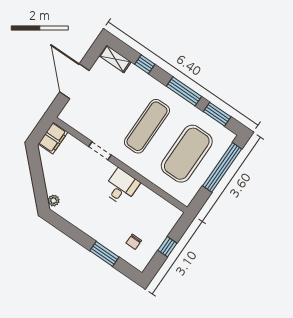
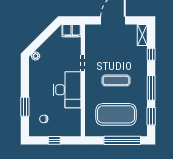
exercise mat: (147, 126) -> (116, 80), width x0.73, depth x0.69
desk: (121, 187) -> (67, 90), width x1.87, depth x1.30

